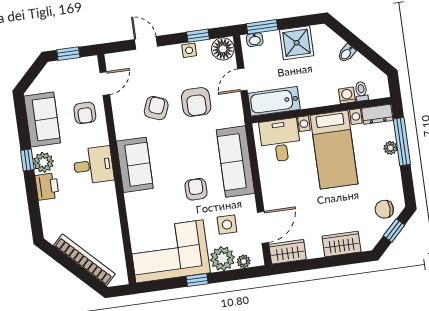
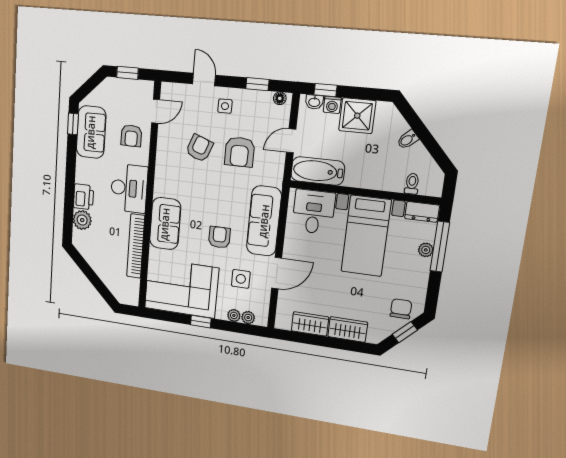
window: (262, 27) -> (326, 90), width x0.67
floor lamp: (223, 49) -> (280, 98), width x0.53, depth x0.53
side table: (189, 50) -> (225, 106), moved
washing machine: (347, 95) -> (332, 105), moved, turned 180
window: (27, 160) -> (73, 124), moved
plant: (43, 162) -> (82, 220), moved
desk: (93, 165) -> (129, 188), width x1.37
sofa: (135, 165) -> (165, 224), moved
chair: (384, 209) -> (401, 309), turned 90
door: (263, 227) -> (277, 273), moved
wardrobe: (288, 252) -> (310, 324), moved
plant: (222, 259) -> (234, 315), width x0.53, depth x0.53
bookcase: (84, 260) -> (136, 246), moved, turned -135

